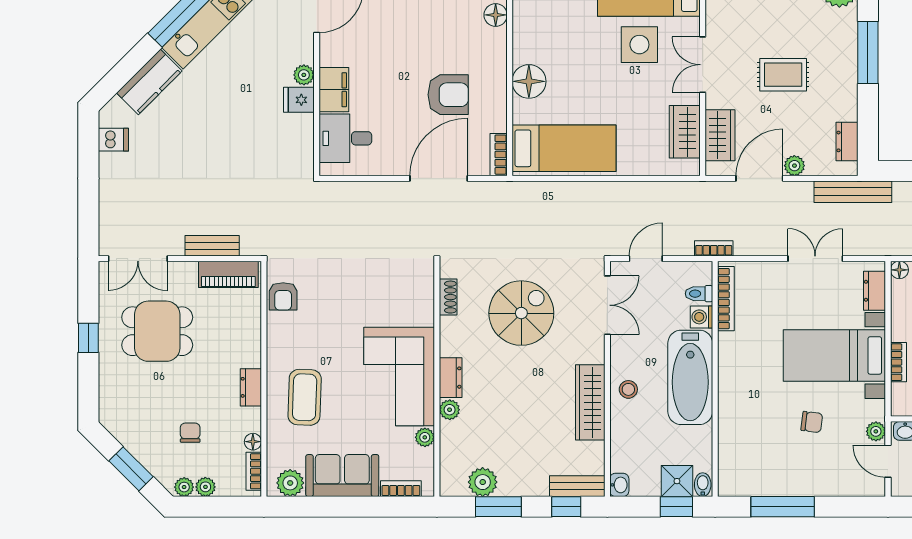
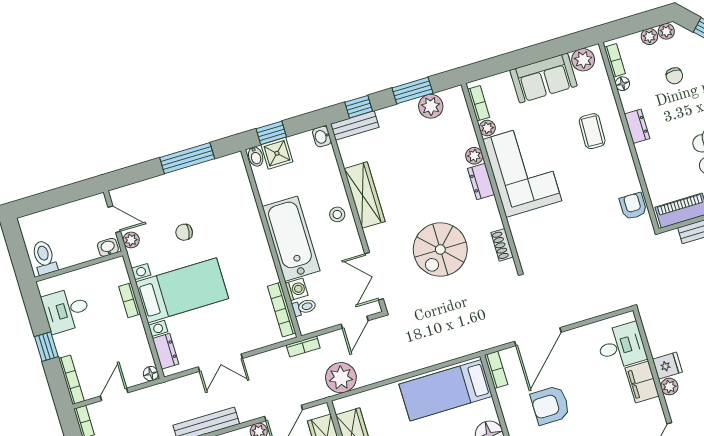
plant: (681, 199) -> (341, 378), added
coffee table: (305, 397) -> (592, 131), width x0.73, depth x0.77
bookcase: (401, 489) -> (479, 103), moved, turned -90

